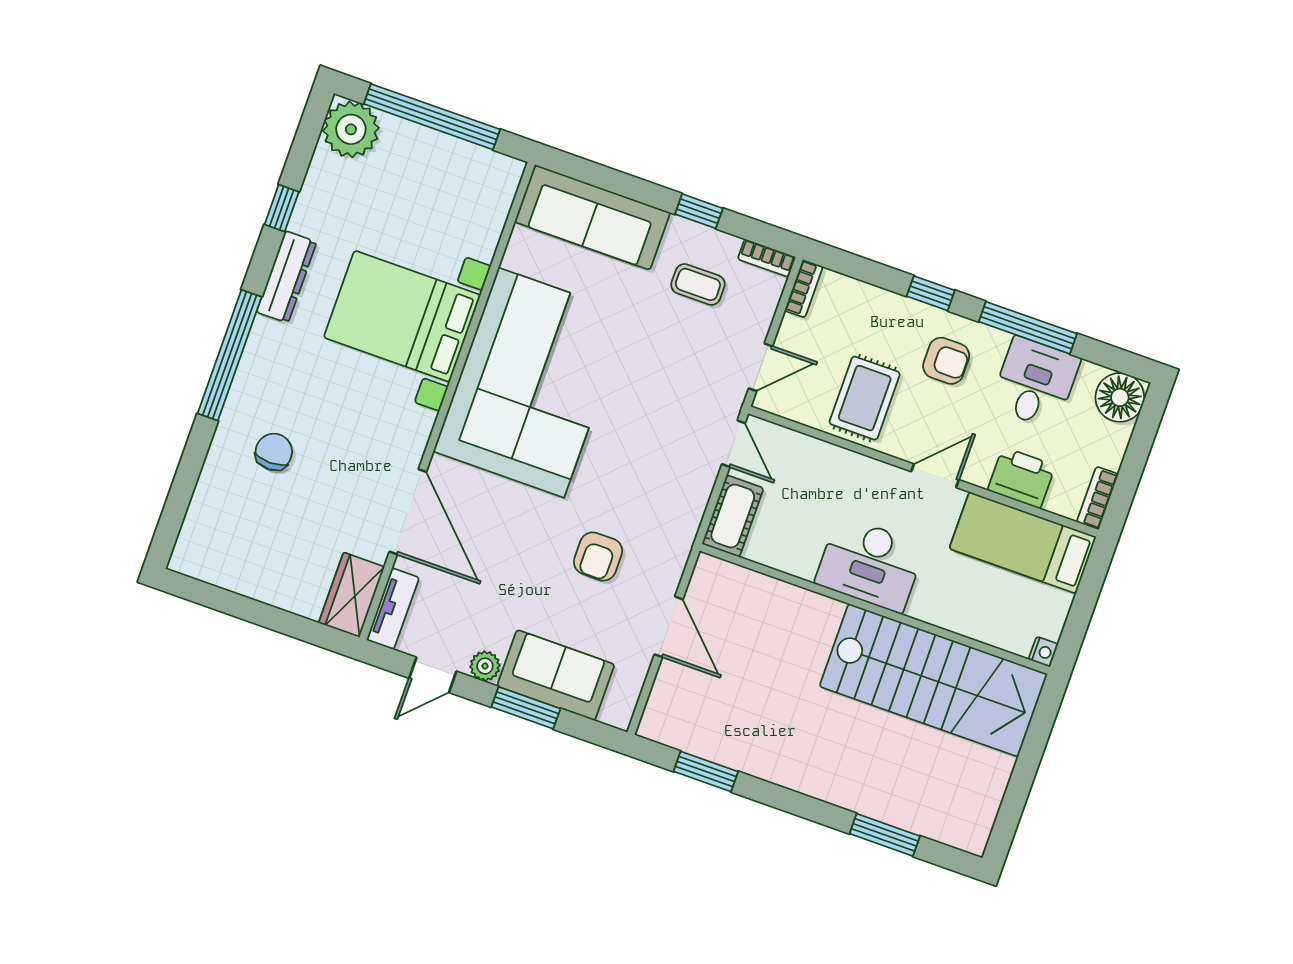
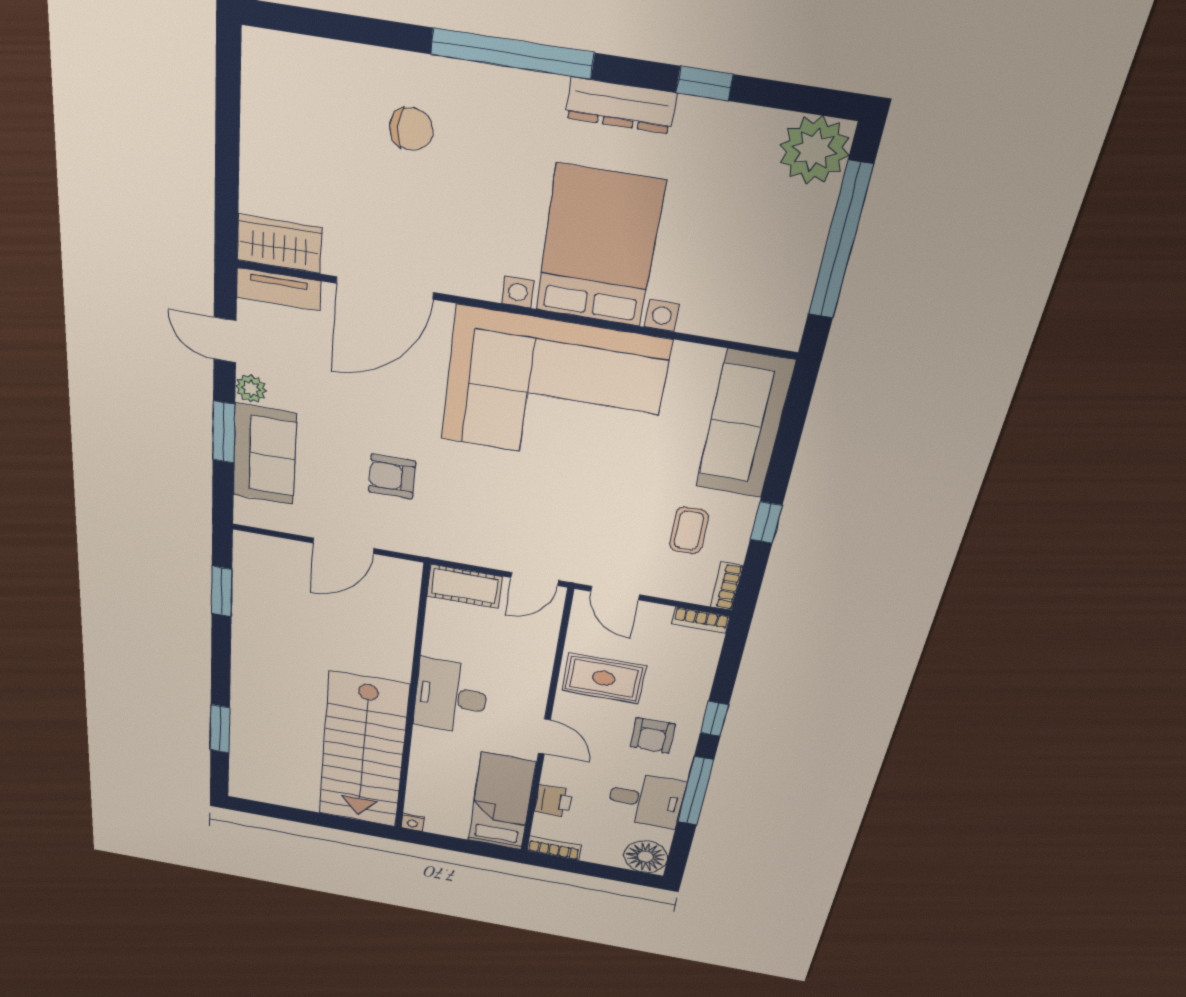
printer: (1021, 478) -> (553, 801), width x0.73, depth x0.81

